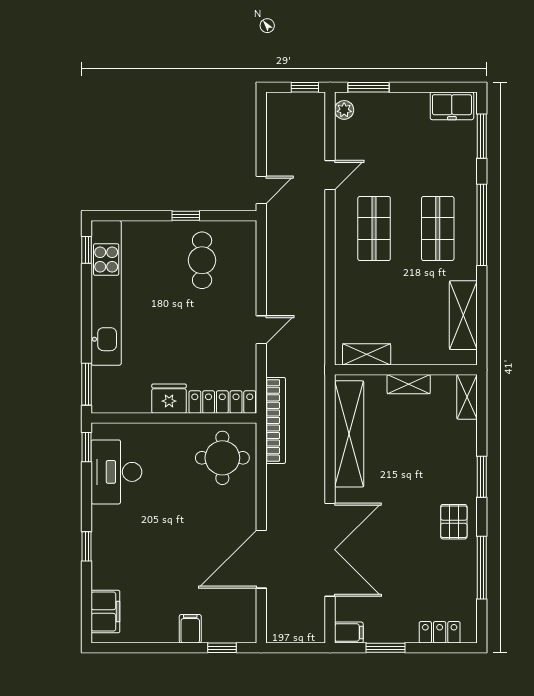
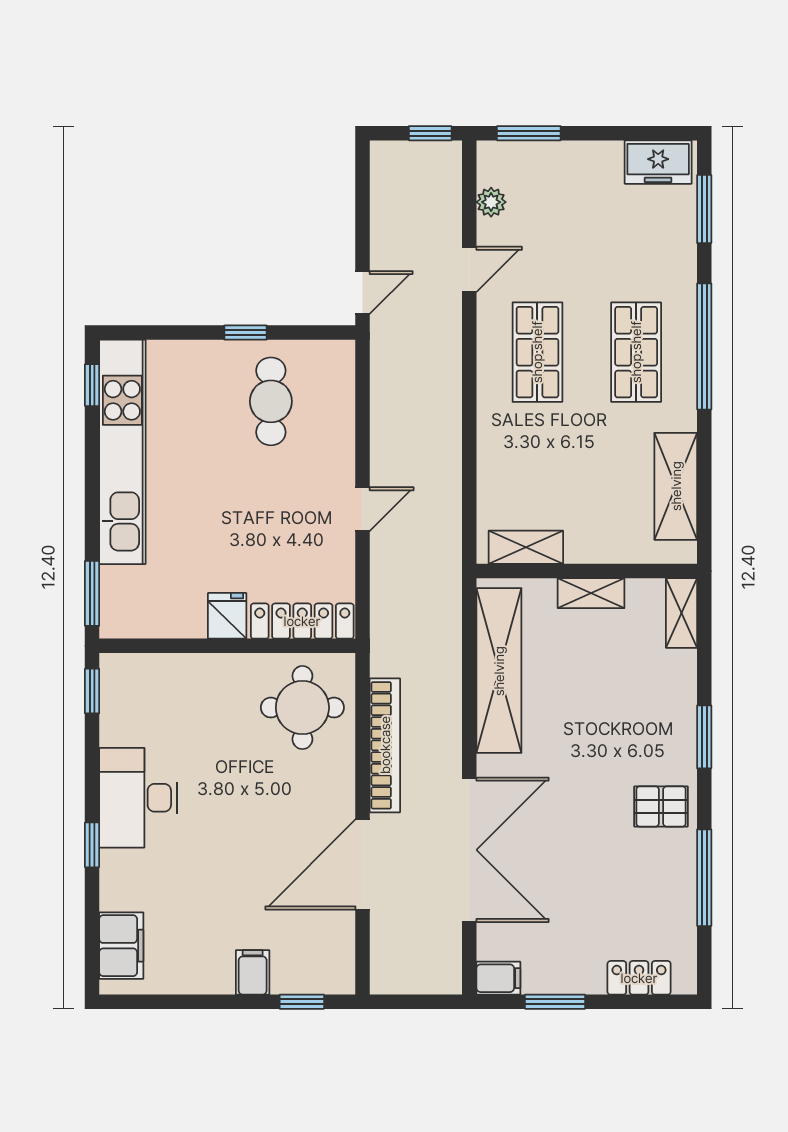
plant: (344, 110) -> (491, 202), moved
fridge: (169, 399) -> (227, 616), width x0.72
bookcase: (276, 420) -> (385, 745), moved
desk: (116, 472) -> (138, 798), moved
pallet: (454, 522) -> (661, 806), turned 90

